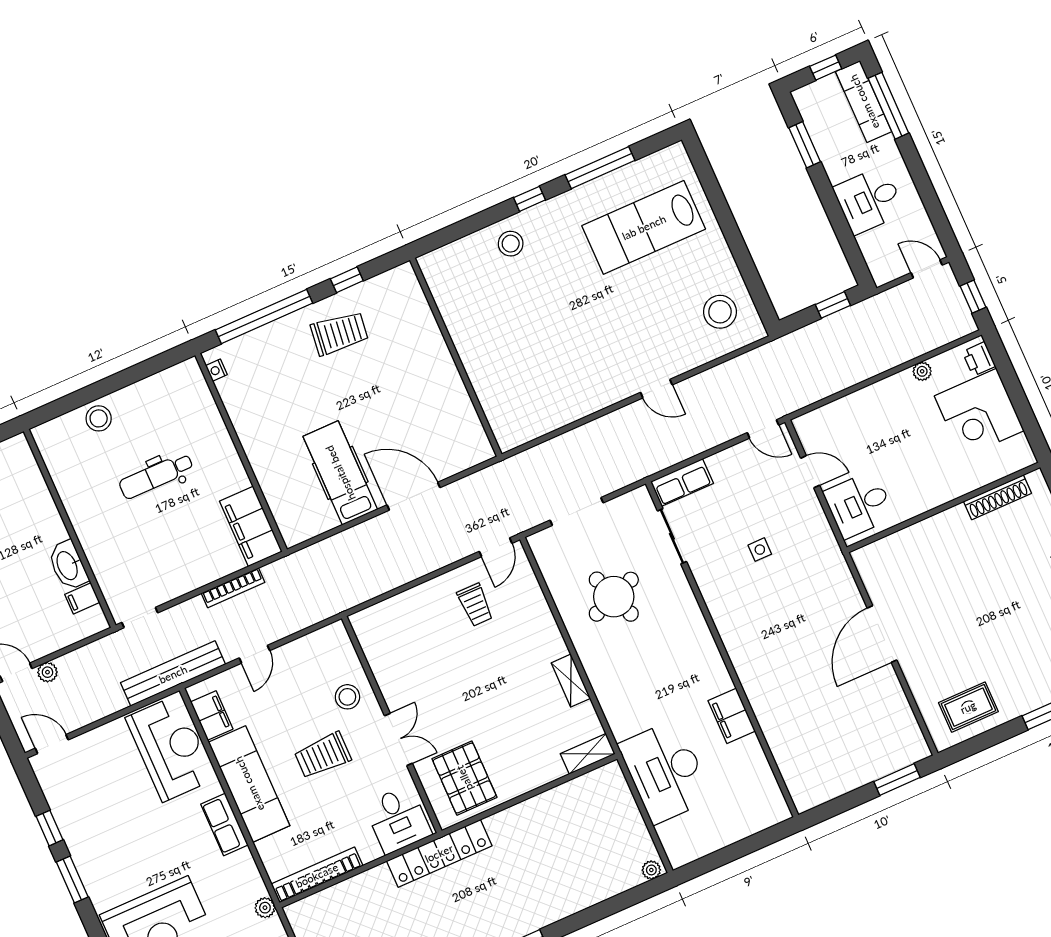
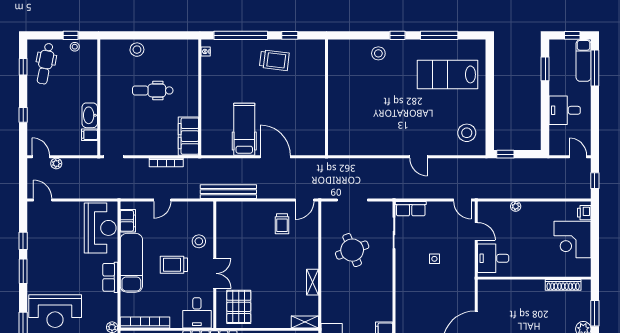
window: (833, 305) -> (505, 154), moved
plant: (922, 371) -> (516, 206), moved
bench: (173, 674) -> (228, 192), moved

